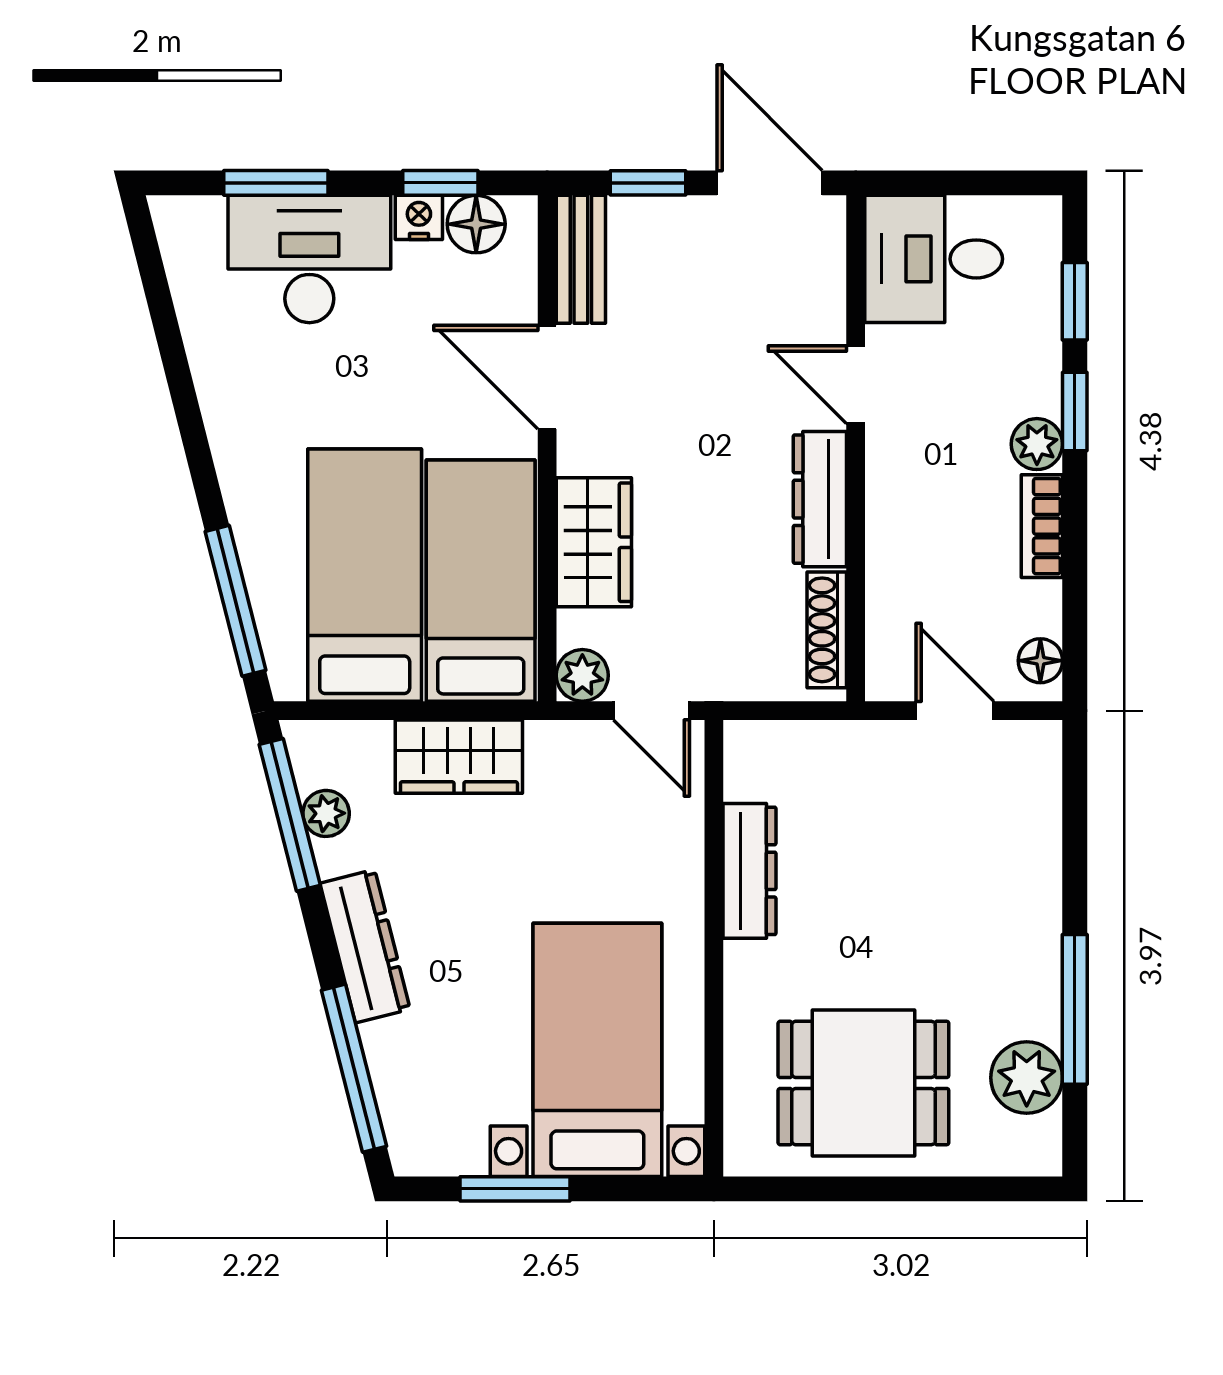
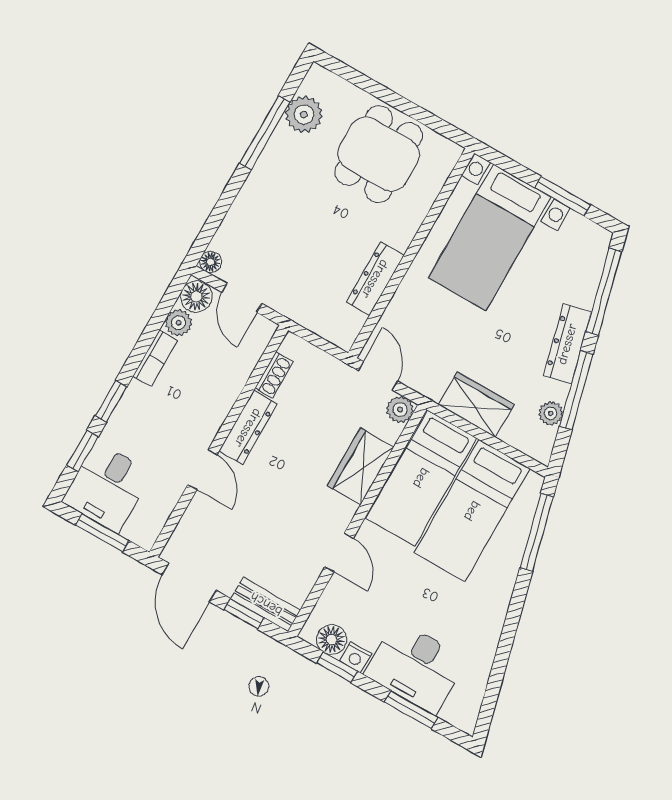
window: (963, 183) -> (102, 533), added
bench: (581, 259) -> (266, 604), moved, turned 90
desk: (934, 259) -> (107, 487), moved, turned 90
door: (547, 377) -> (339, 553), width x0.73
plant: (1037, 444) -> (179, 323), moved
shoe rack: (827, 630) -> (274, 375), width x0.70
floor lamp: (1040, 661) -> (196, 297), width x1.37, depth x1.37
floor lamp: (1042, 741) -> (211, 262), added
window: (290, 815) -> (576, 390), moved
dining table: (863, 1083) -> (379, 154), turned 90

